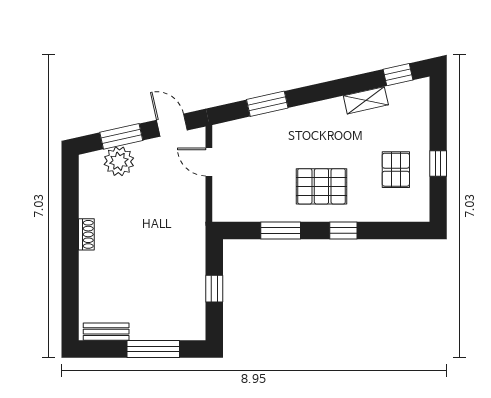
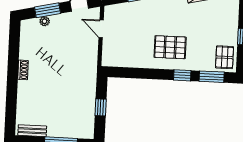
plant: (119, 161) -> (45, 21), width x0.53, depth x0.53
pallet: (396, 170) -> (225, 57), moved
window: (281, 231) -> (212, 77), moved

